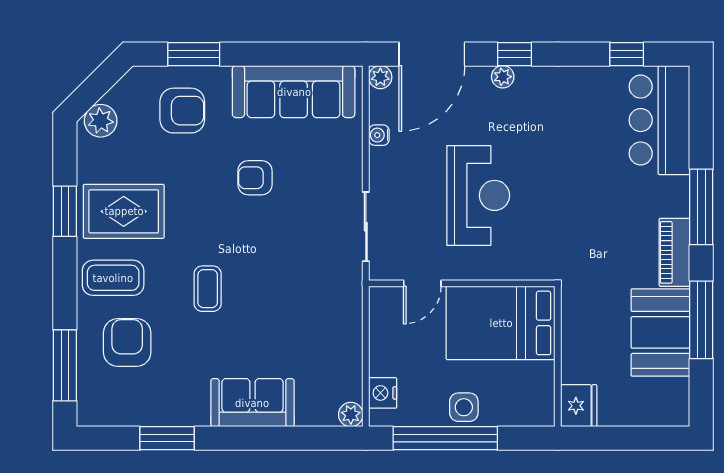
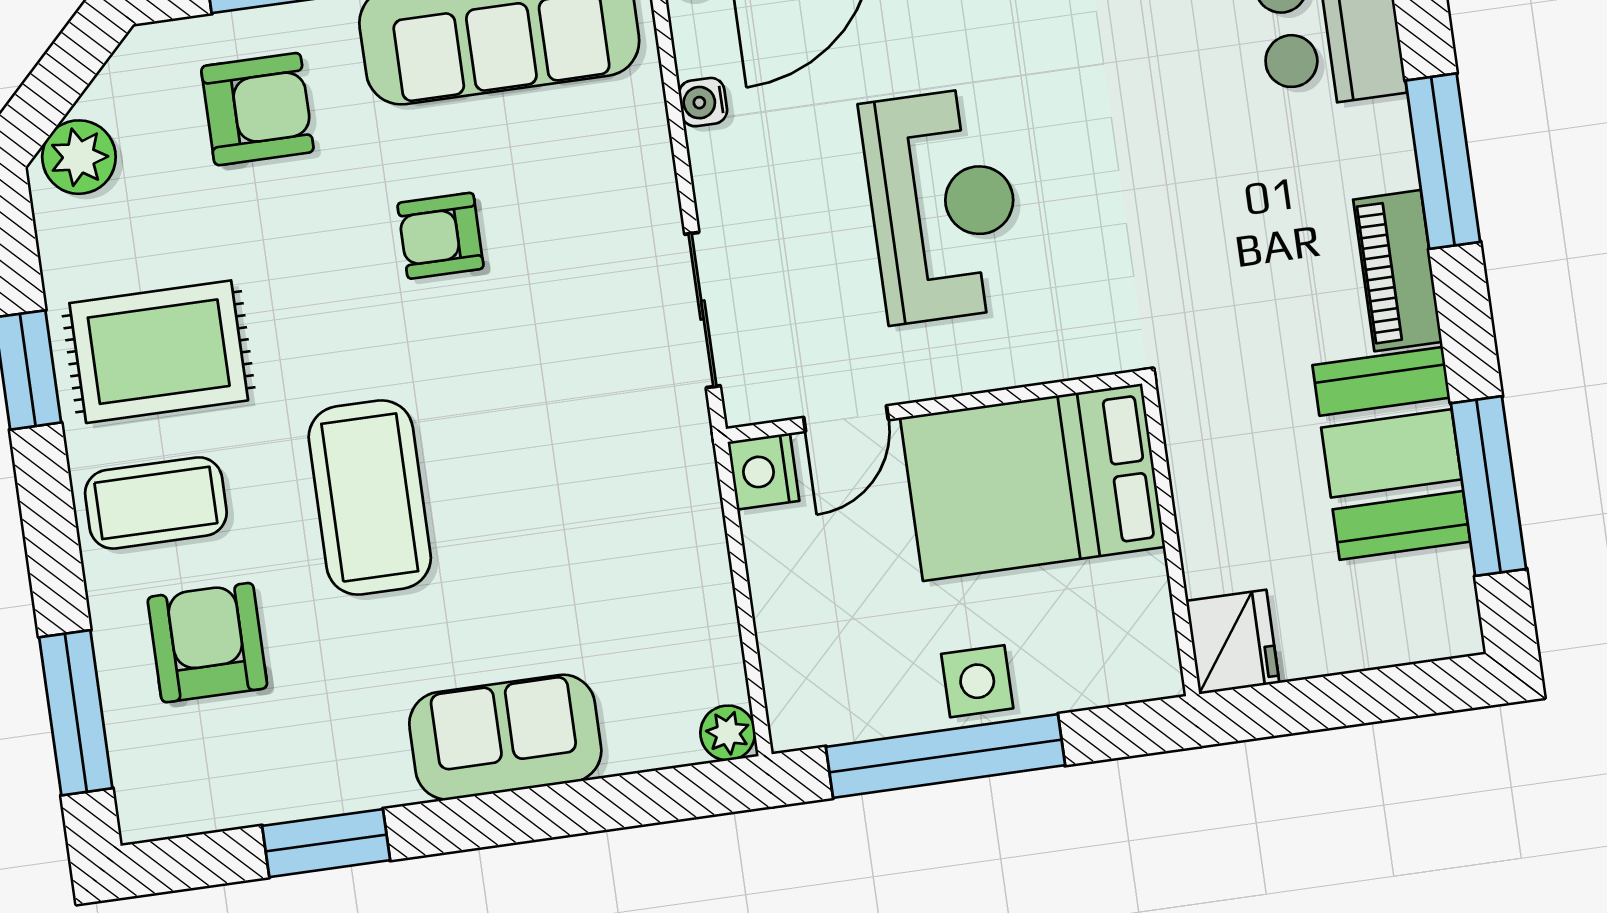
coffee table: (208, 289) -> (370, 498), width x1.86, depth x1.72
window: (701, 320) -> (1489, 486), moved
nightstand: (383, 393) -> (763, 471), moved

